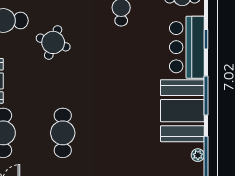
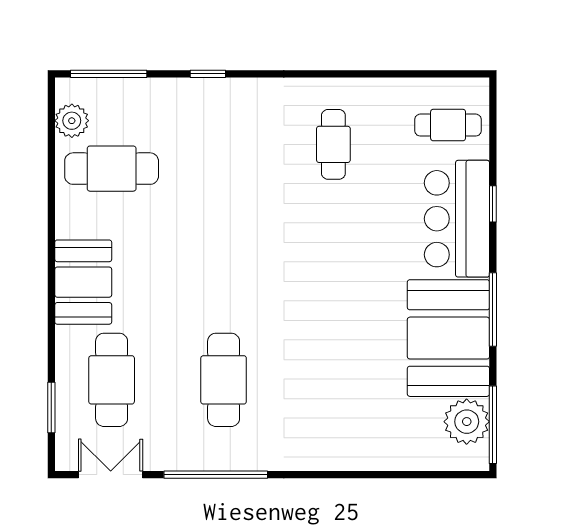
round table: (53, 42) -> (206, 210), removed
plant: (198, 155) -> (467, 422), width x1.88, depth x1.88

